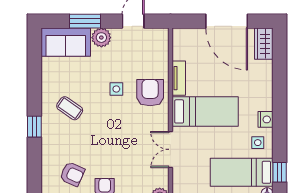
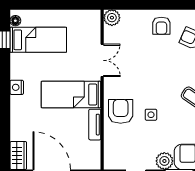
armchair: (150, 93) -> (121, 111), turned 180
side table: (258, 143) -> (24, 67), removed

